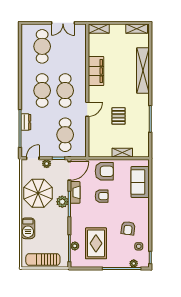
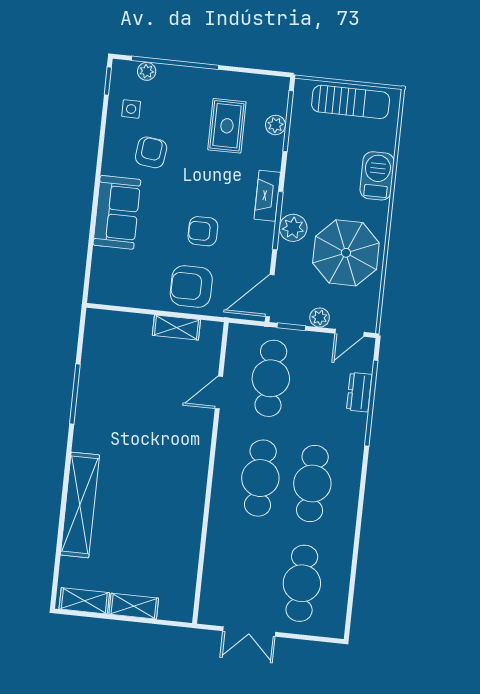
double door: (63, 23) -> (249, 631), swing flipped
shelving: (99, 29) -> (134, 606), moved
filing cabinet: (96, 71) -> (186, 515), removed
door: (87, 109) -> (219, 393), moved
pallet: (119, 116) -> (146, 408), removed
dresser: (26, 122) -> (359, 392), moved
shelving: (122, 153) -> (176, 327), moved
sofa: (140, 182) -> (117, 212), moved
fireplace: (75, 192) -> (267, 196), moved
rug: (96, 243) -> (227, 126), width x0.73, depth x0.70

